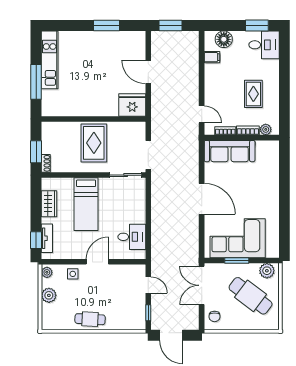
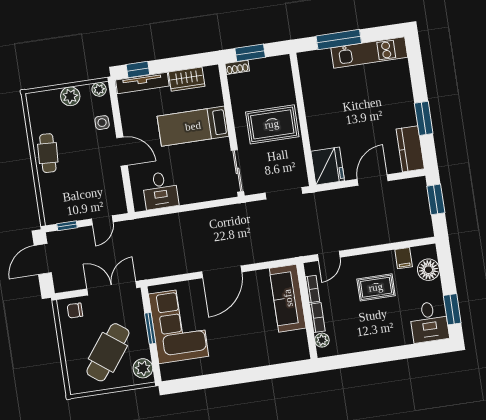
kitchen counter: (128, 39) -> (410, 149), added
rug: (253, 94) -> (376, 287), moved
doorway: (148, 155) -> (284, 193), moved
tv unit: (47, 238) -> (142, 83), width x1.41

